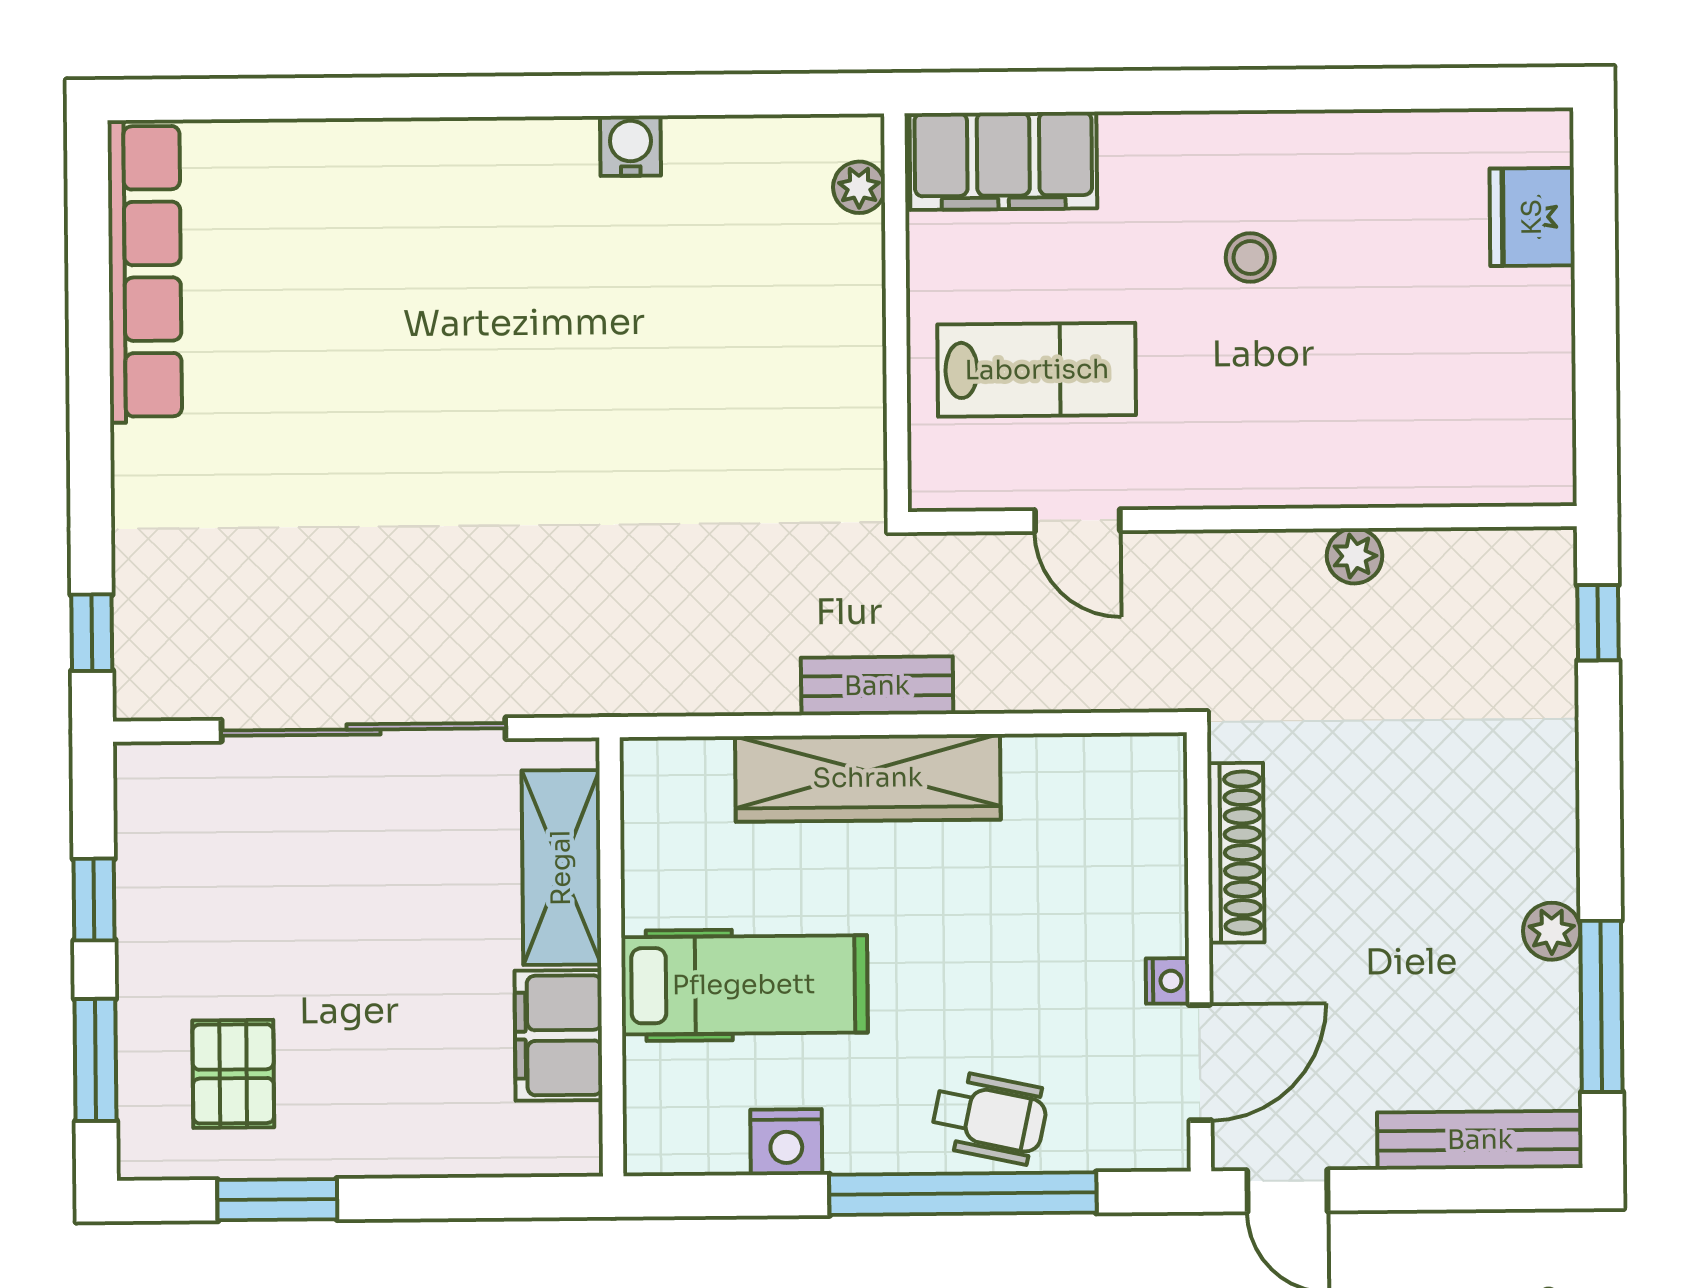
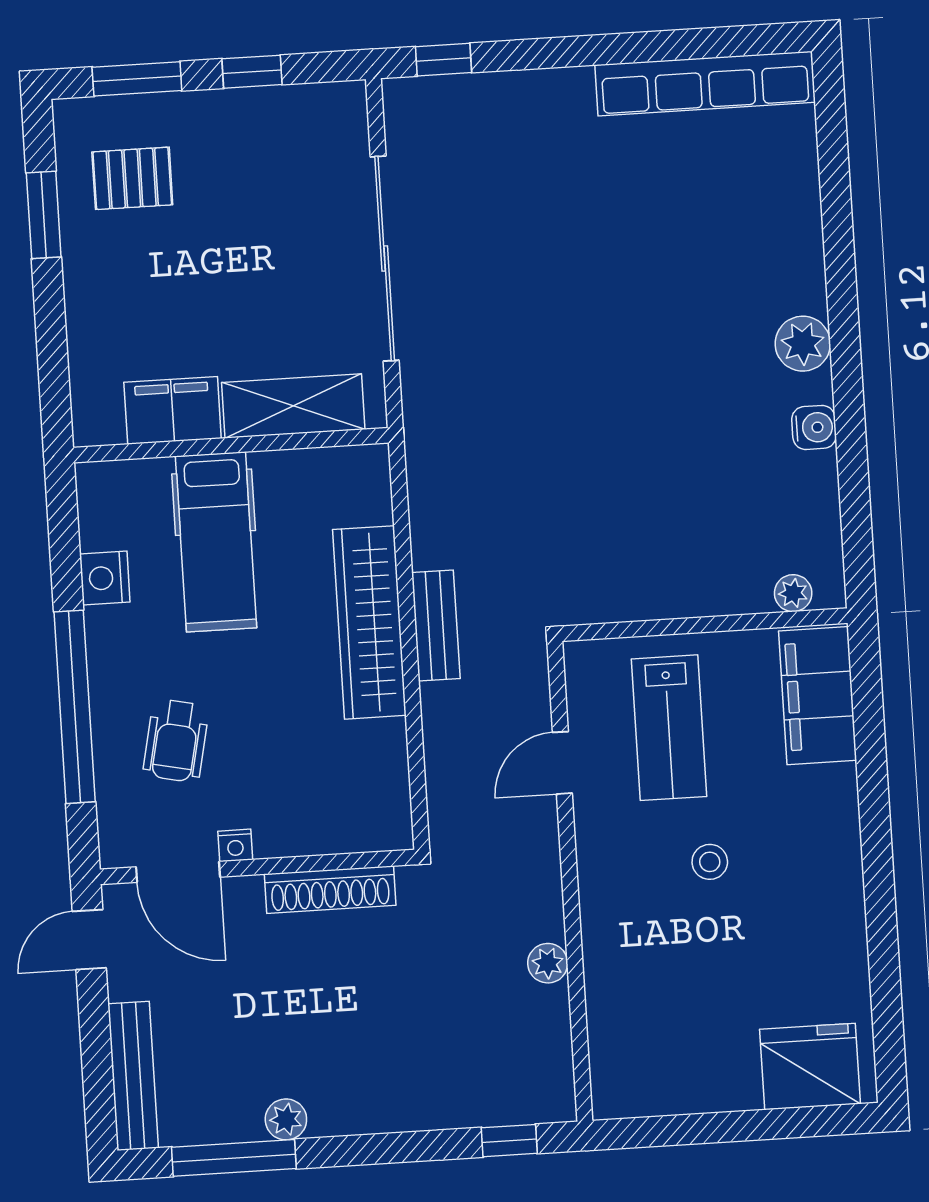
plant: (513, 155) -> (803, 344), added
fridge: (1532, 217) -> (810, 1066), width x1.36, depth x1.34
stool: (1250, 258) -> (710, 862), moved
wheelchair: (990, 1117) -> (176, 741), moved

